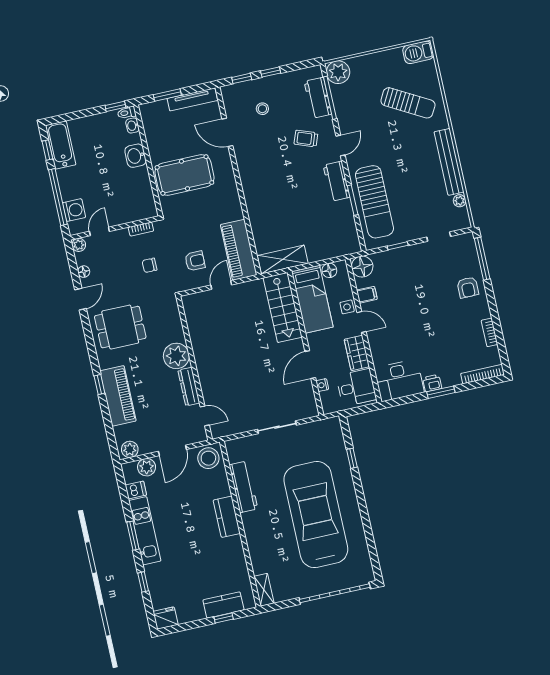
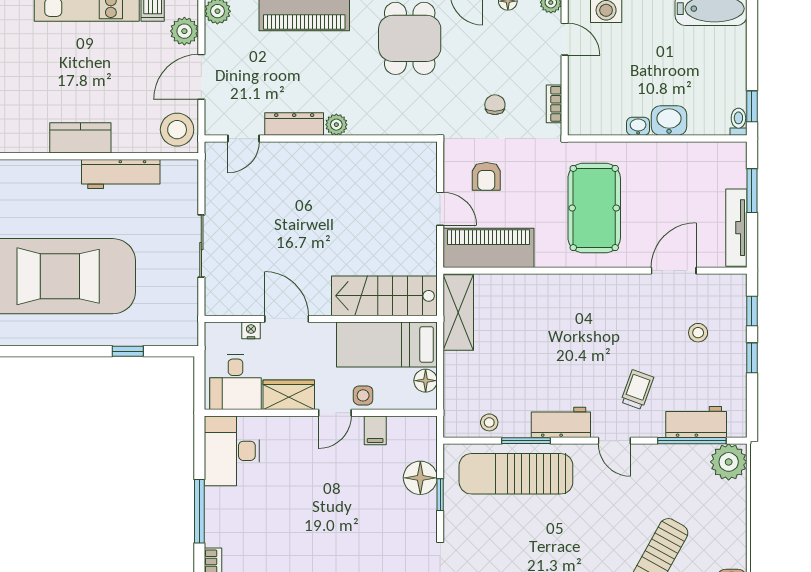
washbasin: (132, 126) -> (638, 126), moved
pool table: (184, 175) -> (594, 208), moved
stool: (346, 225) -> (489, 422), added
floor lamp: (362, 267) -> (420, 478), moved
plant: (176, 356) -> (336, 125), width x0.53, depth x0.53
printer: (432, 383) -> (216, 501), removed
window: (441, 392) -> (199, 511), width x1.44
door: (172, 450) -> (201, 77), hinge flipped

